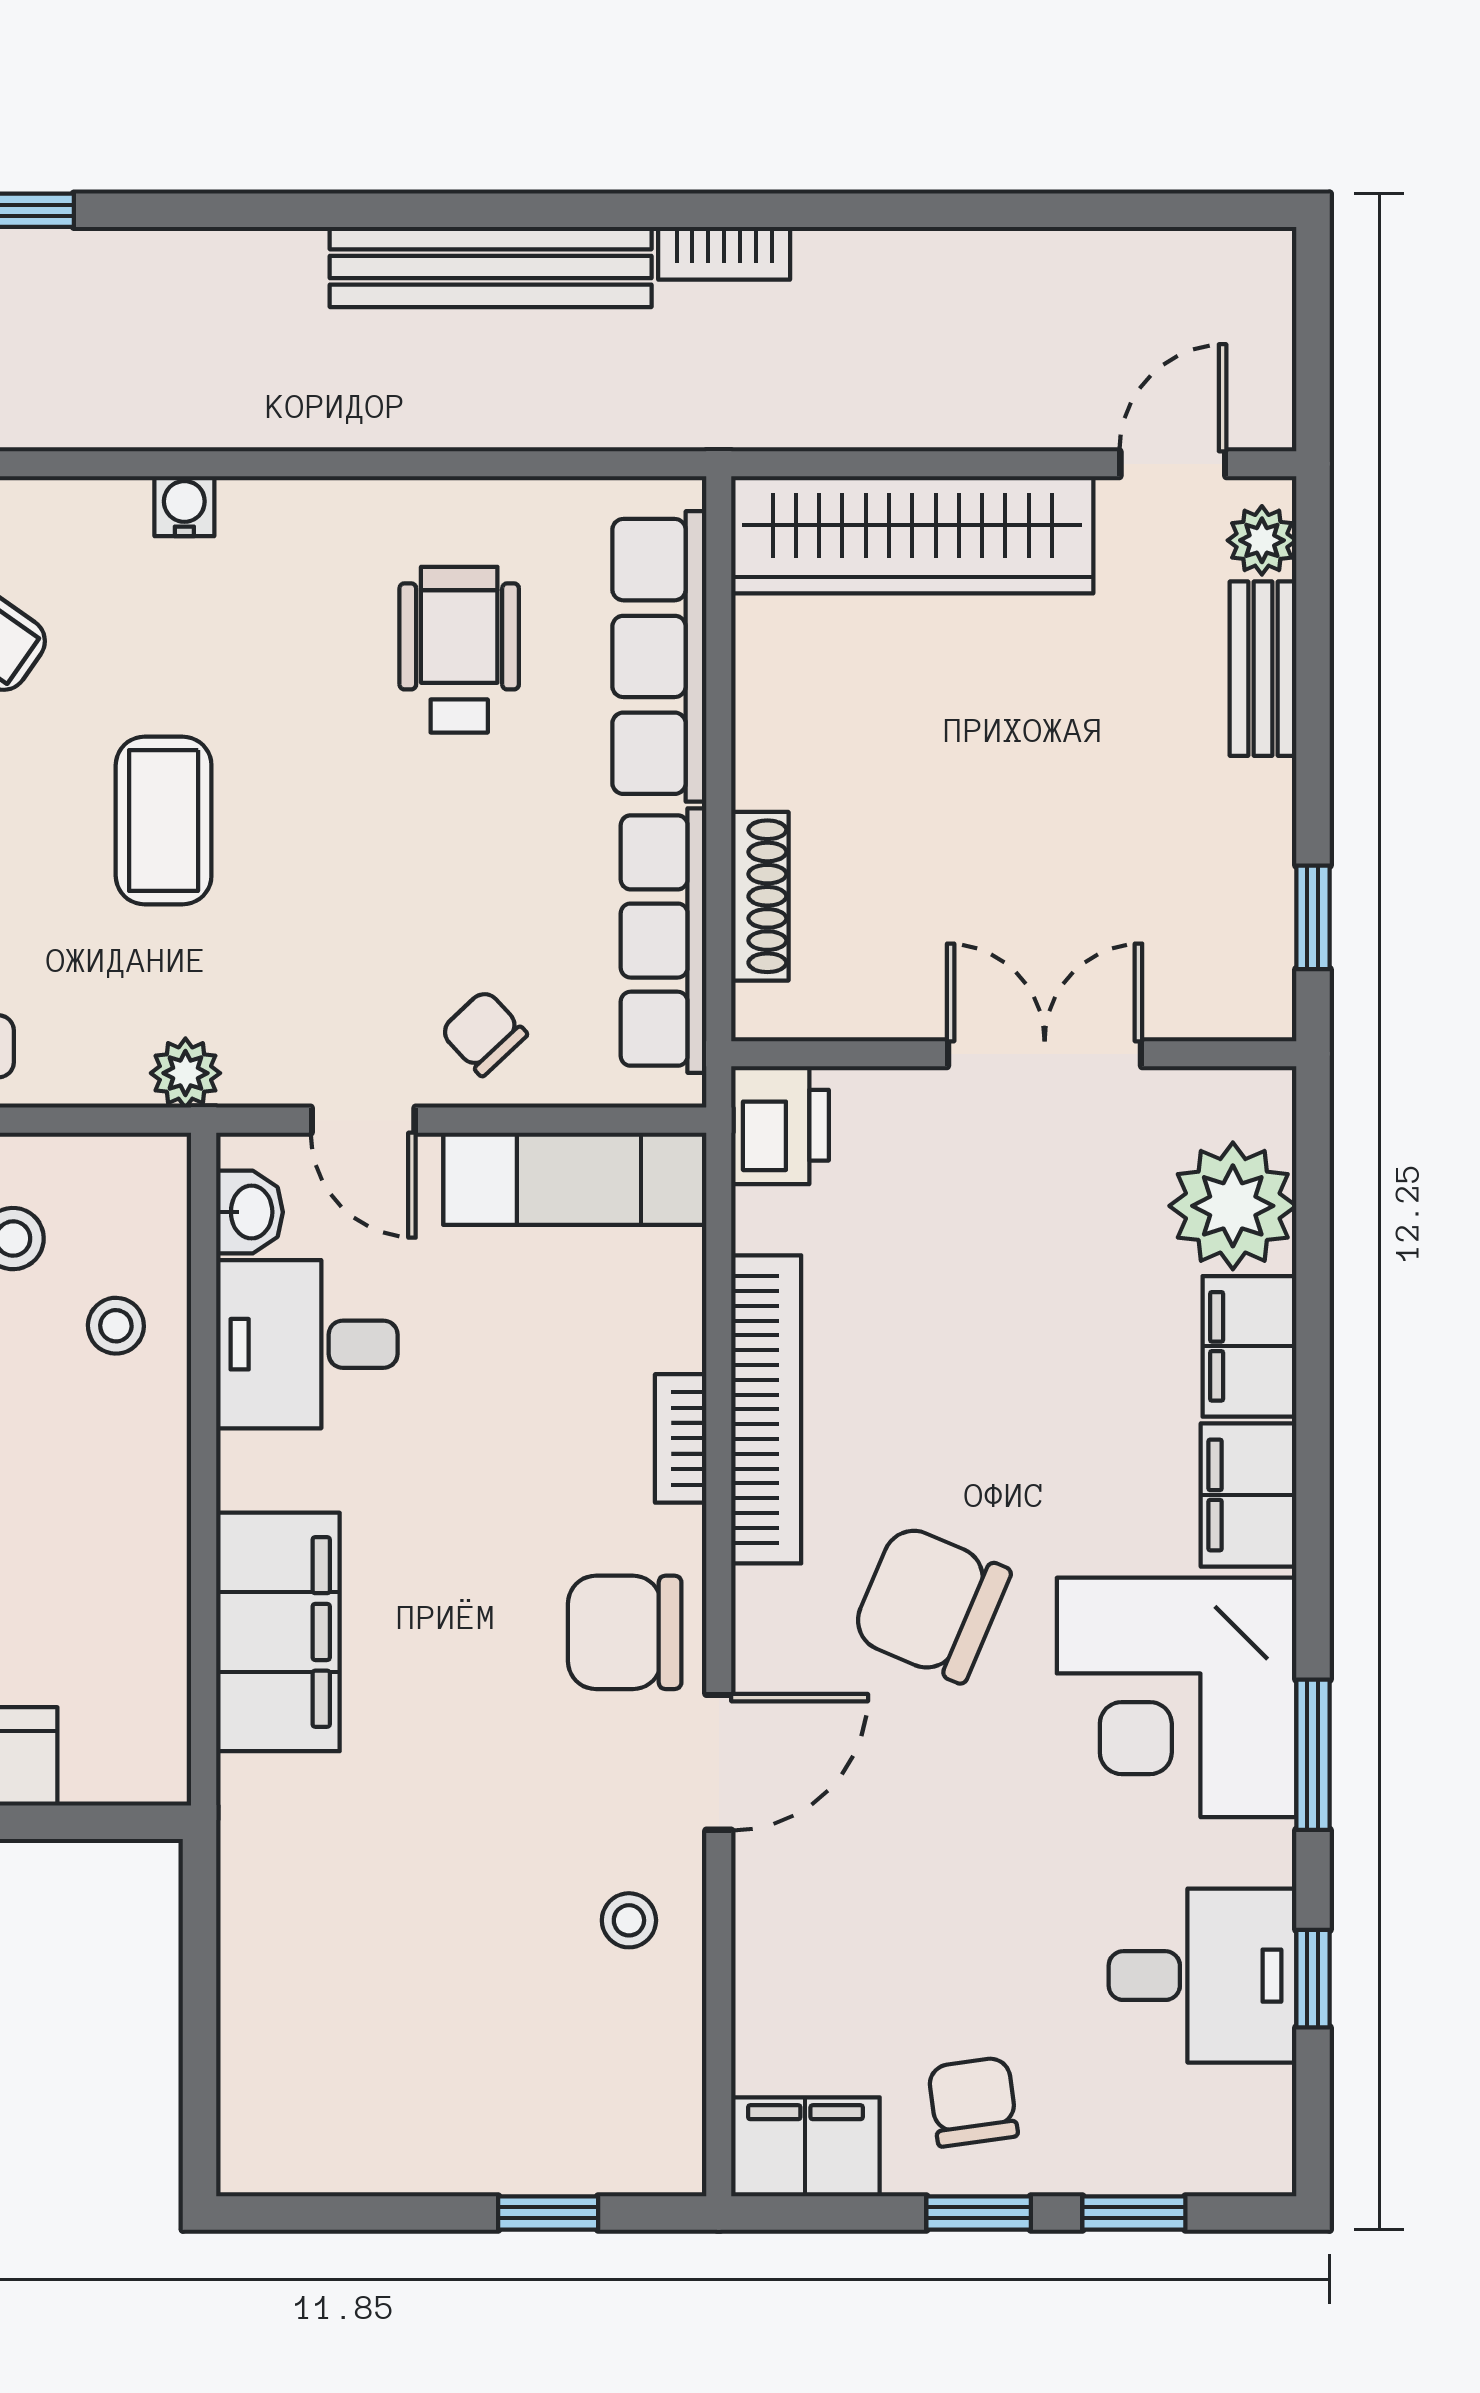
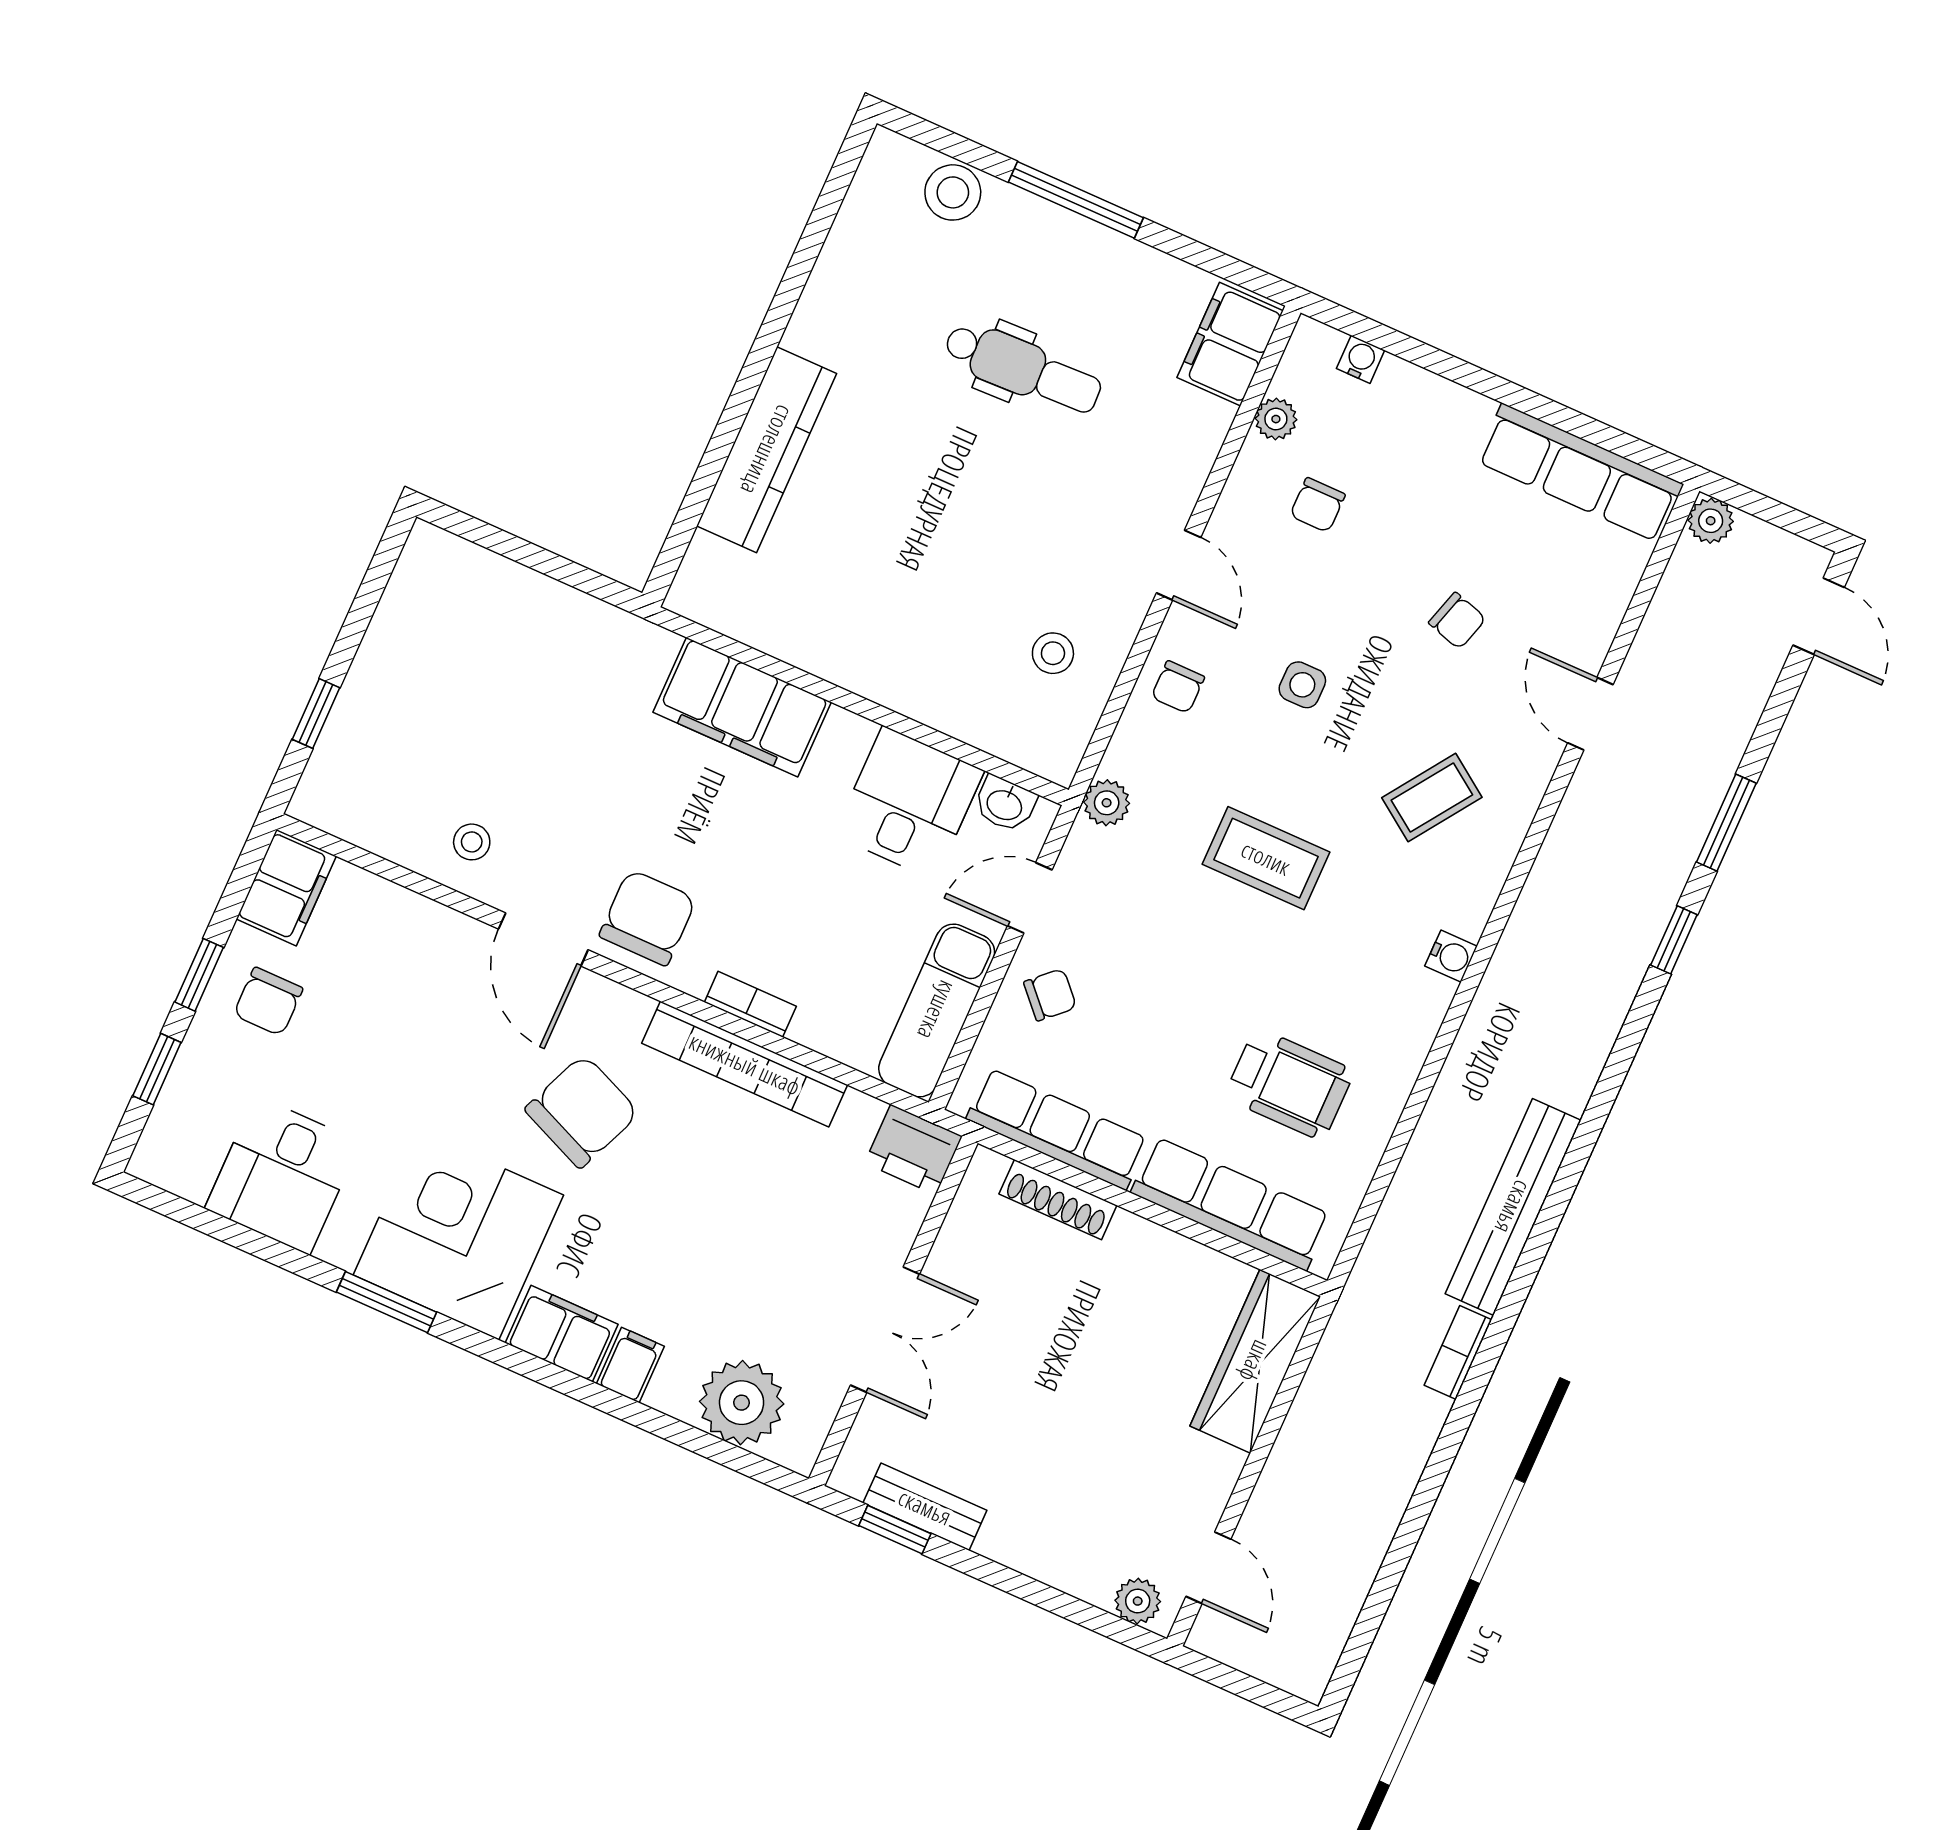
wardrobe: (912, 535) -> (1255, 1361), width x0.71, depth x0.85
bench: (1263, 669) -> (925, 1507), moved
stool: (116, 1326) -> (972, 692), removed
filing cabinet: (1249, 1346) -> (630, 1365), width x0.50
window: (1313, 1979) -> (251, 1241), removed
chair: (973, 2102) -> (268, 1002), turned 98

